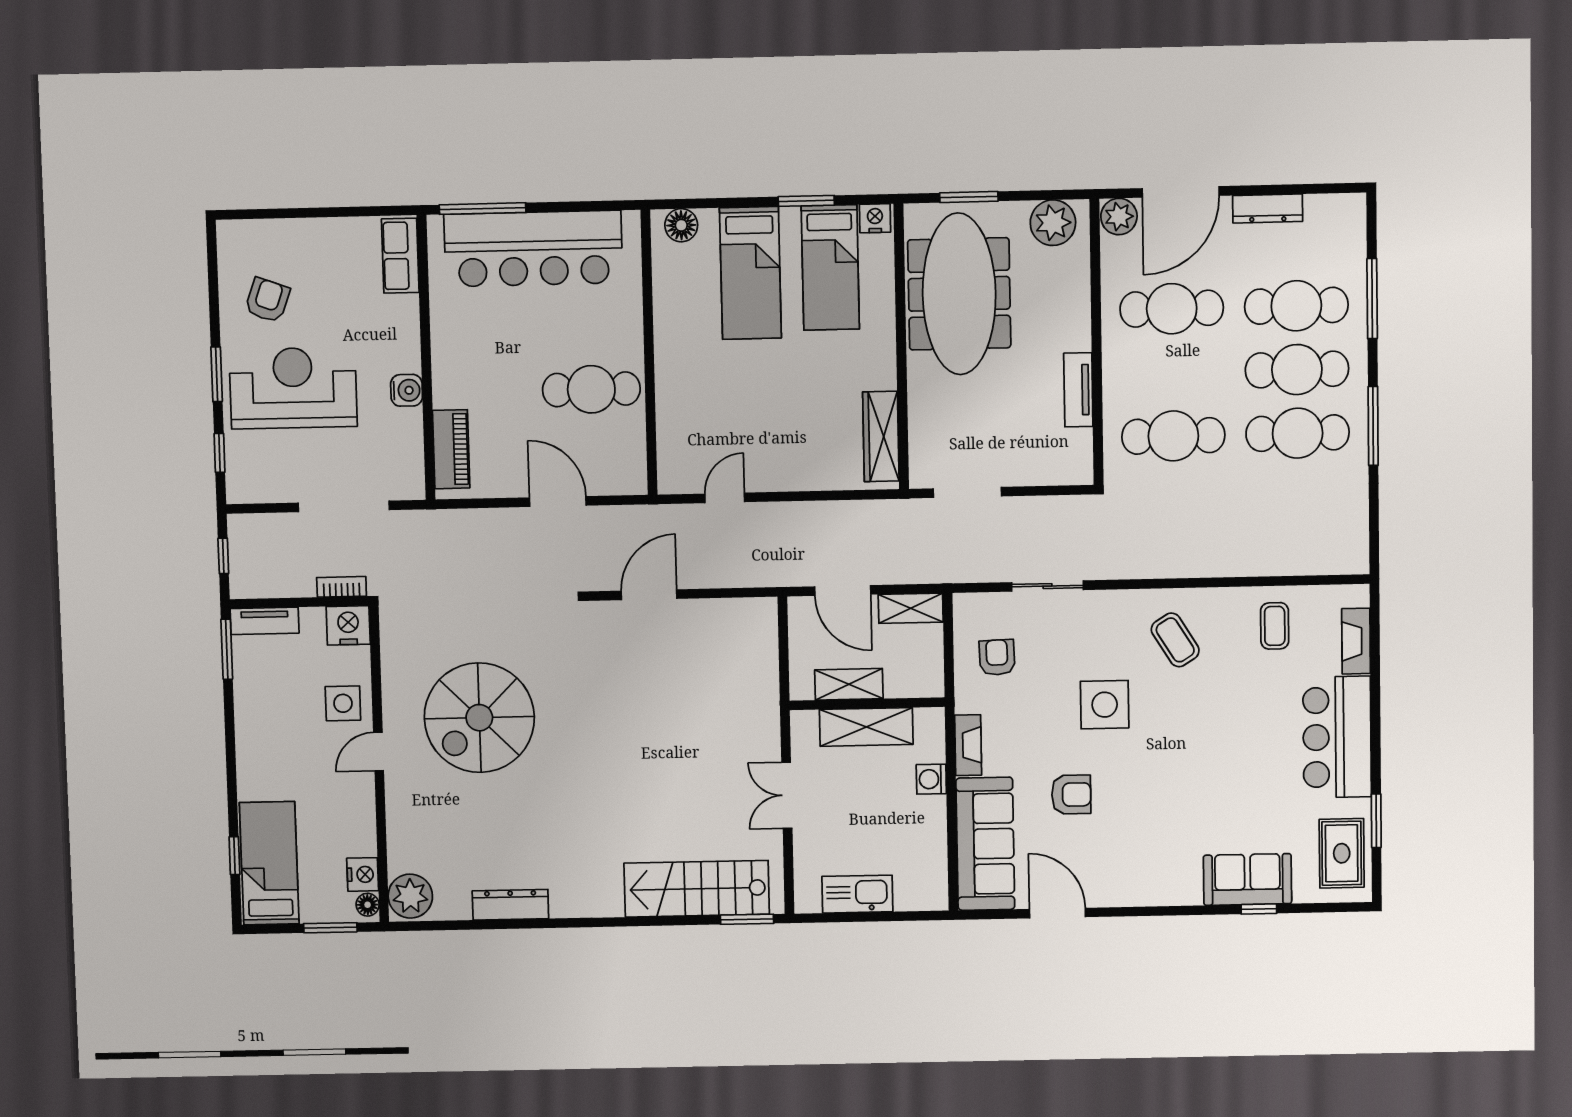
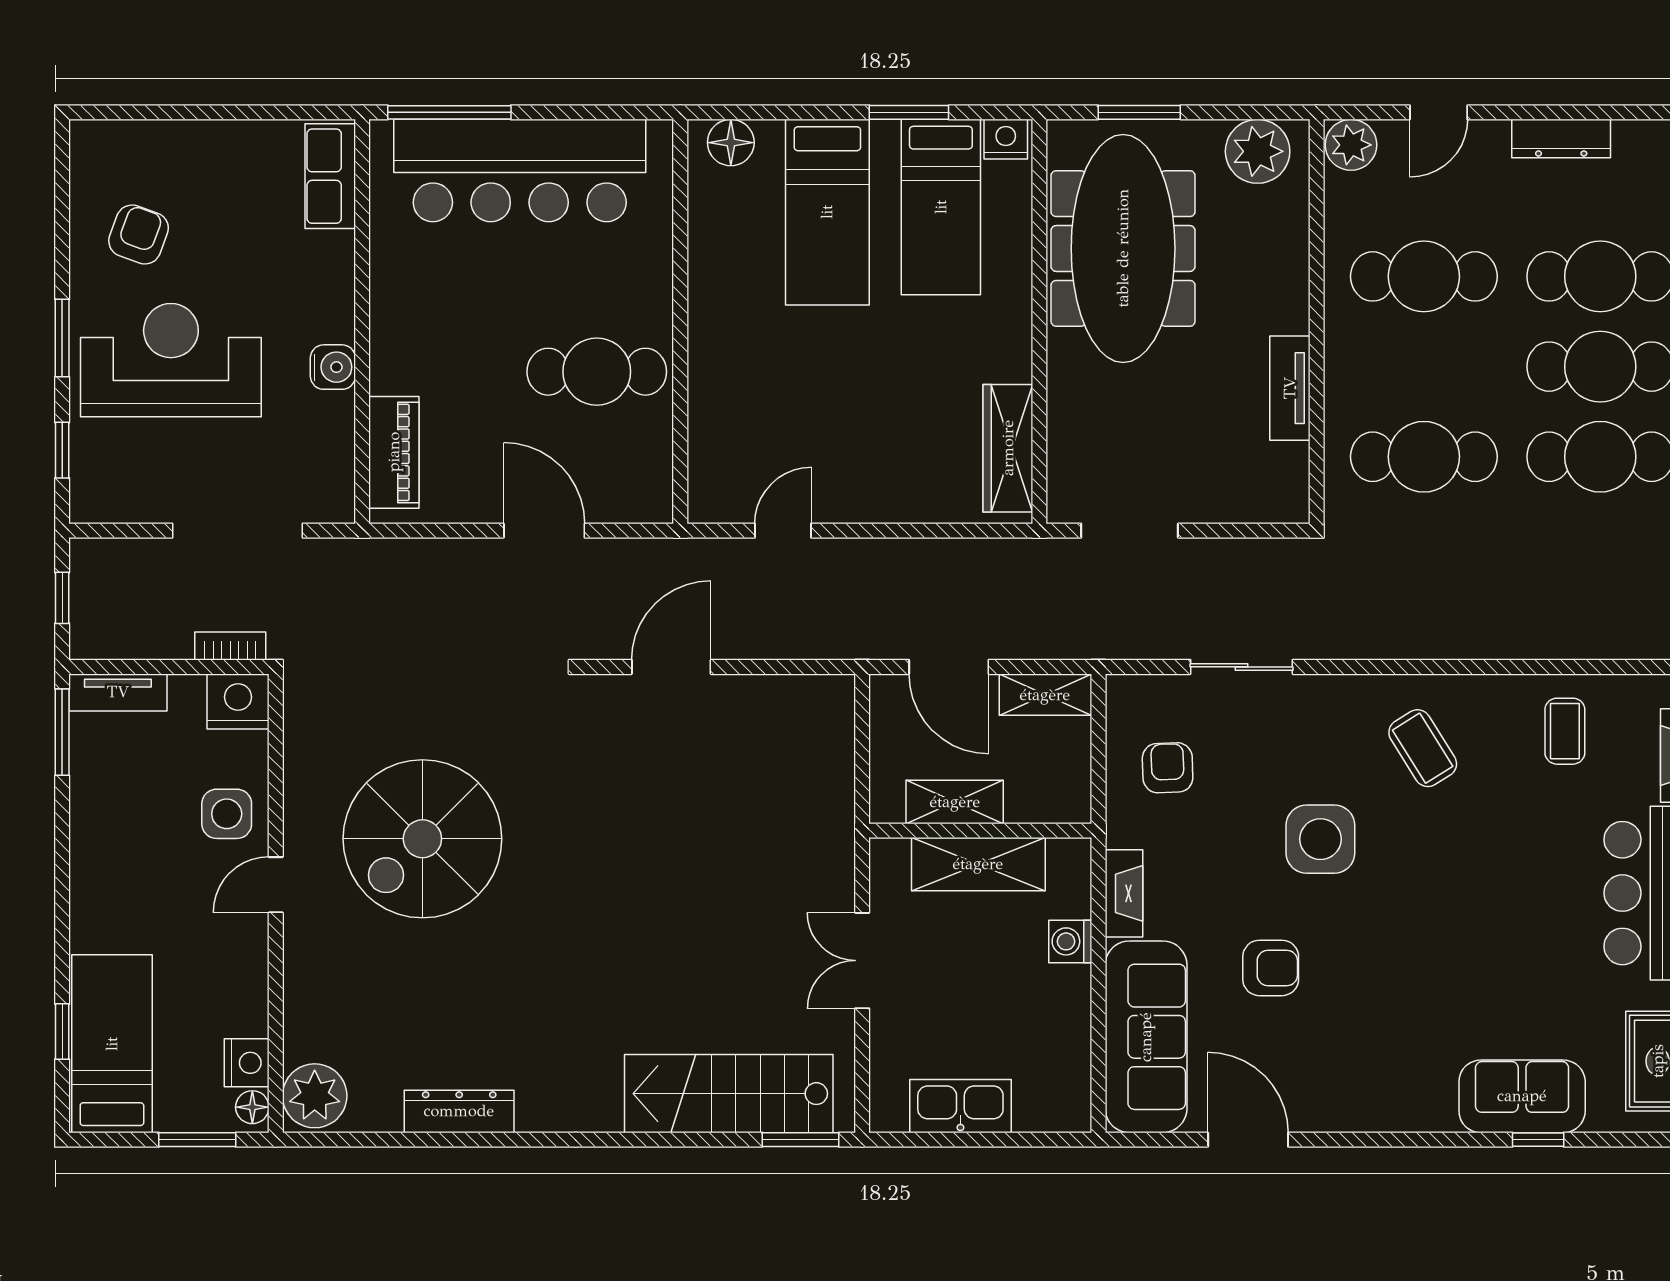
door: (1181, 192) -> (1439, 112), width x0.53

